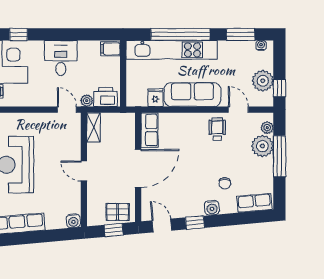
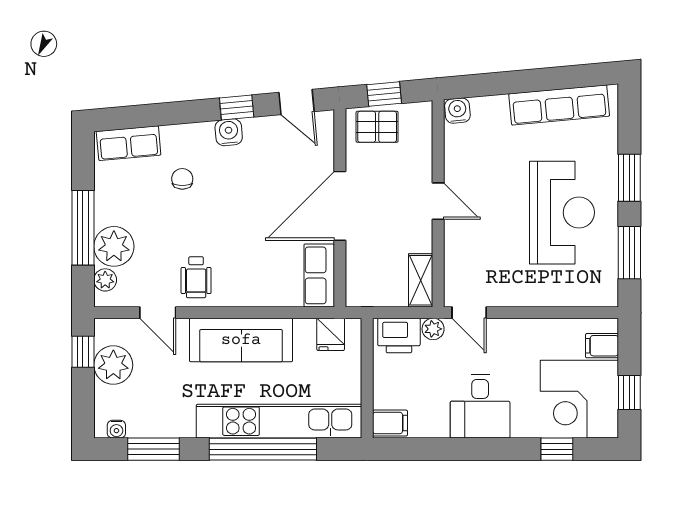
fridge: (155, 98) -> (331, 334), moved
water cooler: (212, 208) -> (229, 132), moved

